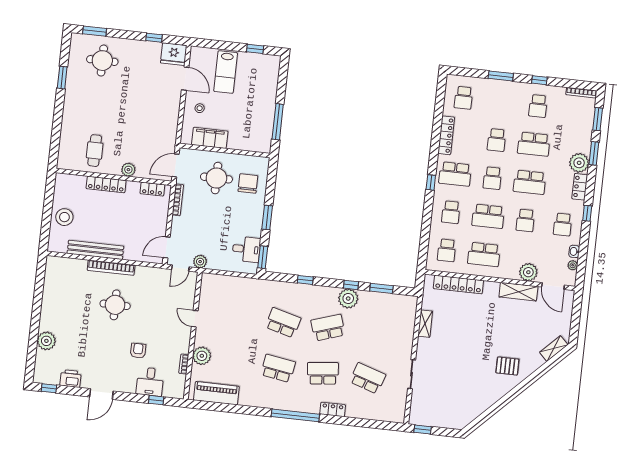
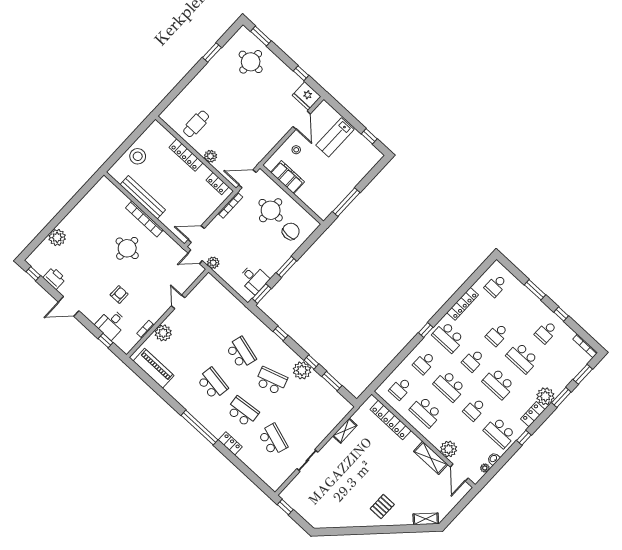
school desk: (563, 225) -> (500, 433), width x1.85
pallet: (507, 366) -> (382, 507), turned 90

